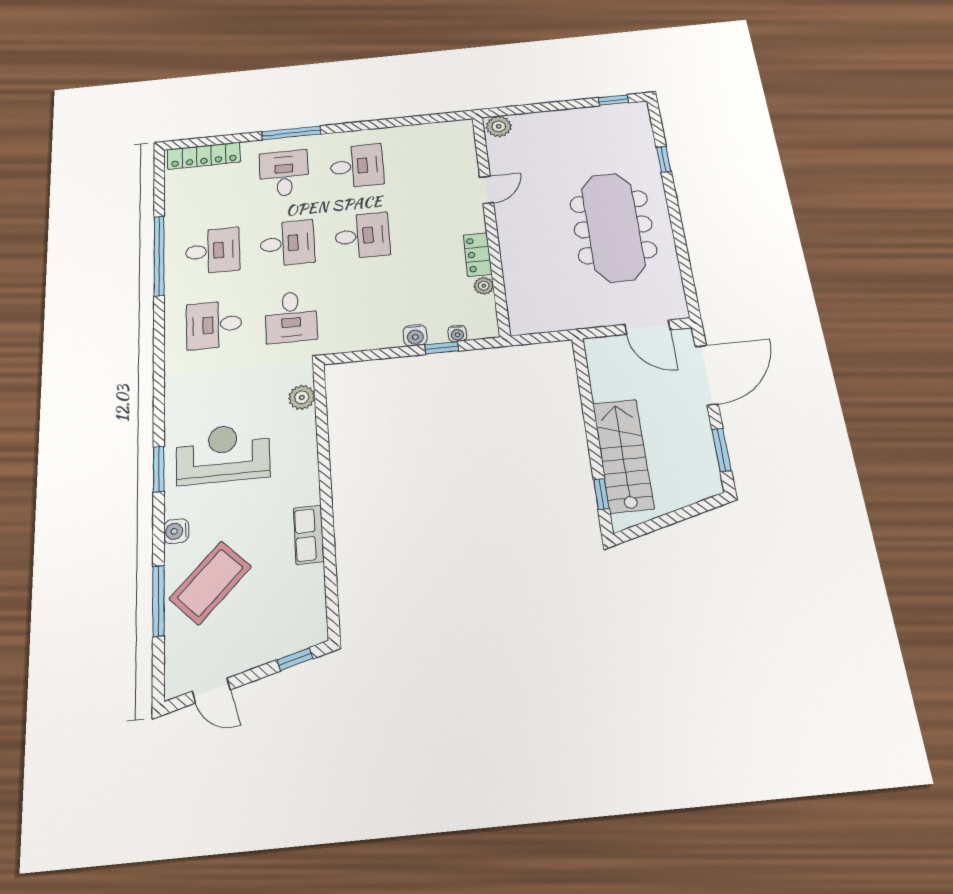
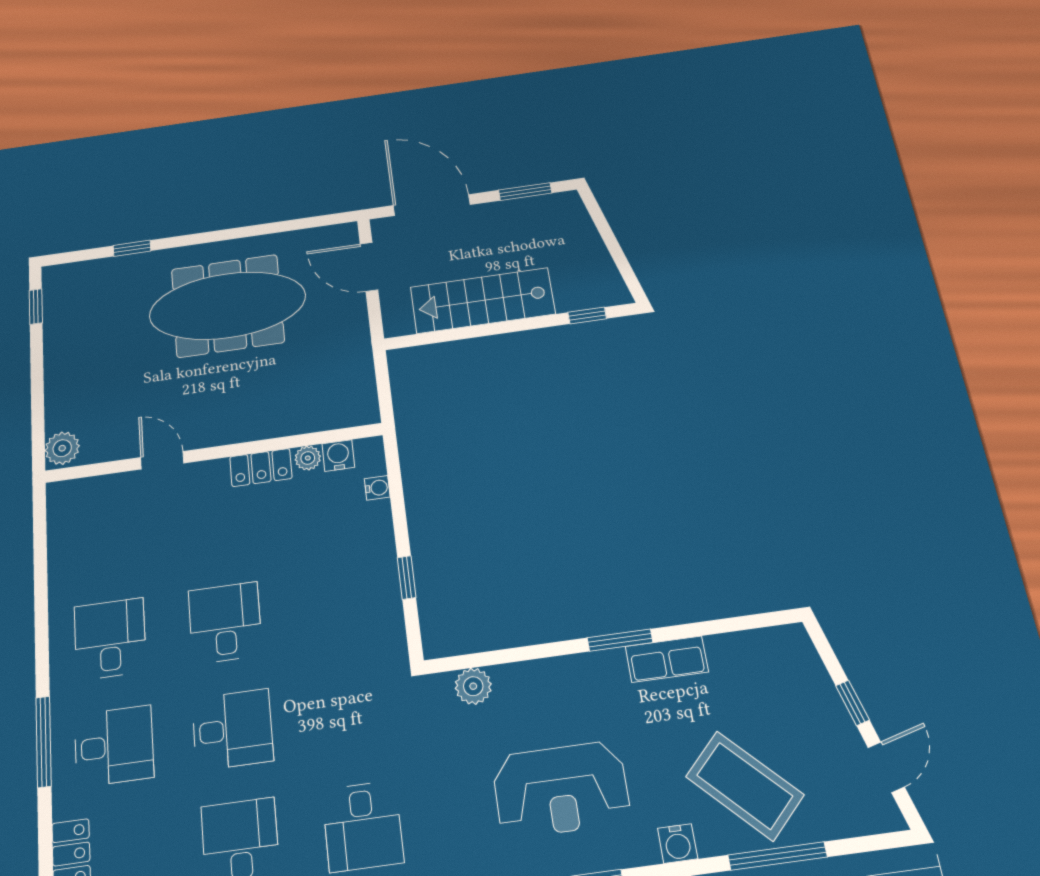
desk: (284, 173) -> (114, 746), turned 180
desk: (287, 243) -> (232, 730), turned 90
desk: (291, 317) -> (351, 713), removed
door: (647, 327) -> (369, 267), swing flipped
water cooler: (415, 335) -> (338, 455), moved, turned -90
window: (442, 348) -> (407, 577), moved
reception desk: (223, 454) -> (561, 789), turned -90
stairs: (623, 456) -> (483, 301), moved
window: (326, 502) -> (620, 640), added
window: (295, 659) -> (852, 703), moved

